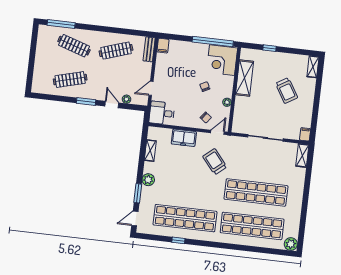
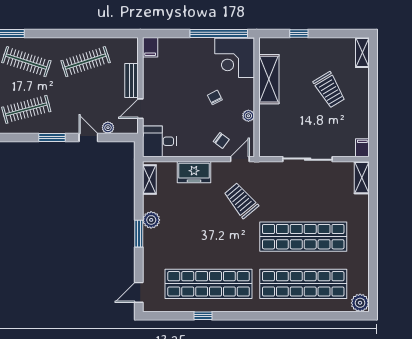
bench: (149, 49) -> (132, 80), moved
shelving: (150, 151) -> (149, 179), moved
plant: (148, 180) -> (151, 220), moved
window: (138, 193) -> (139, 234), moved

